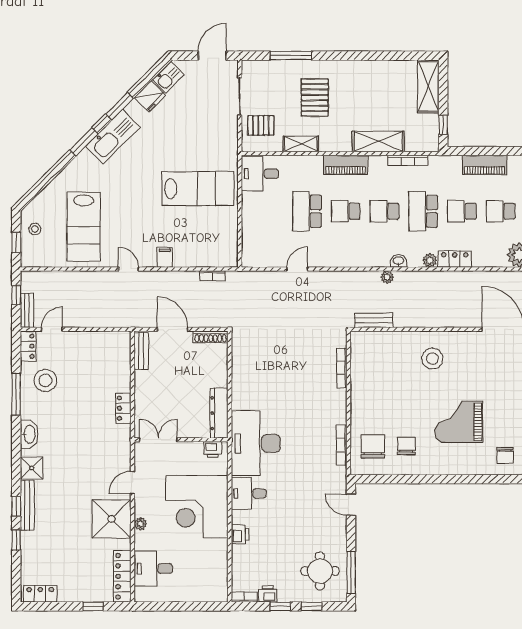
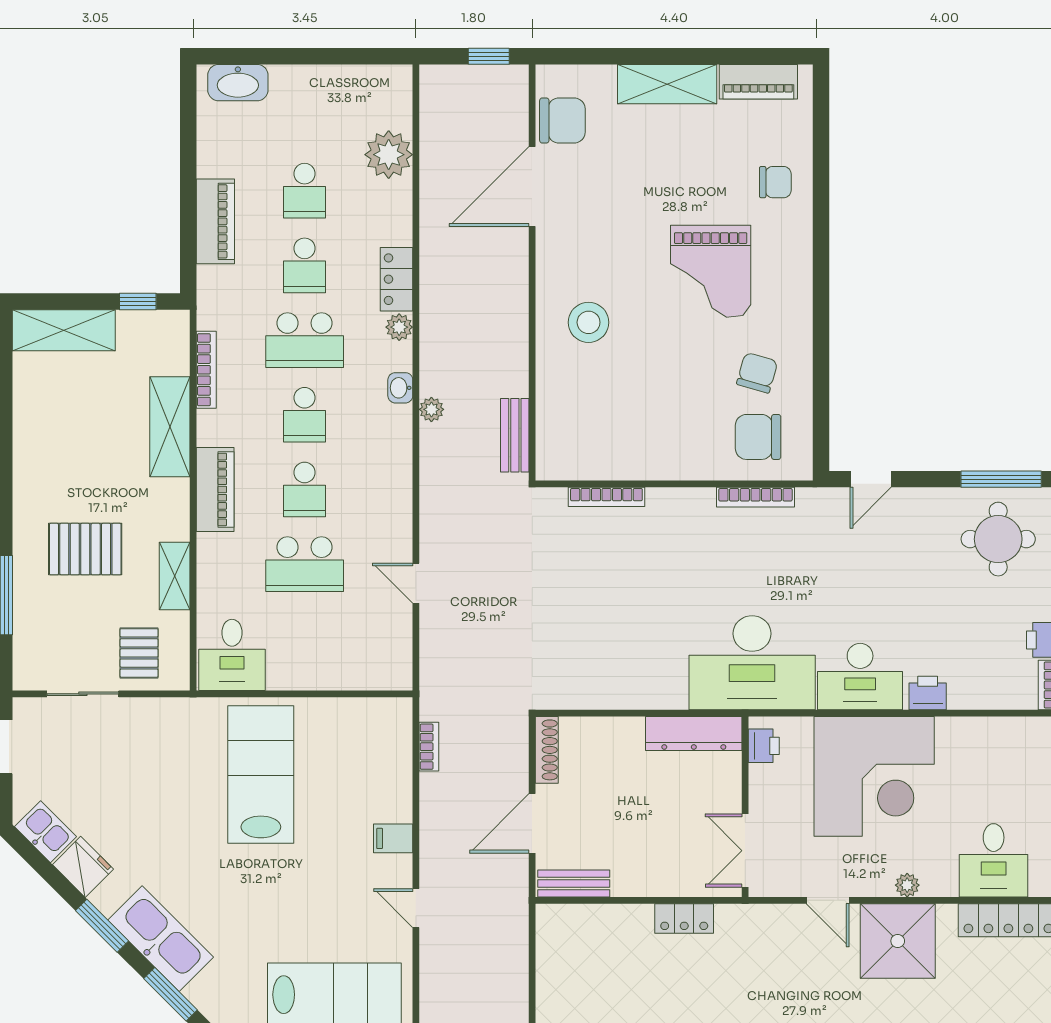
door: (129, 269) -> (416, 908), hinge flipped
chair: (406, 446) -> (757, 373), turned 106
desk: (249, 493) -> (860, 677), width x1.37

